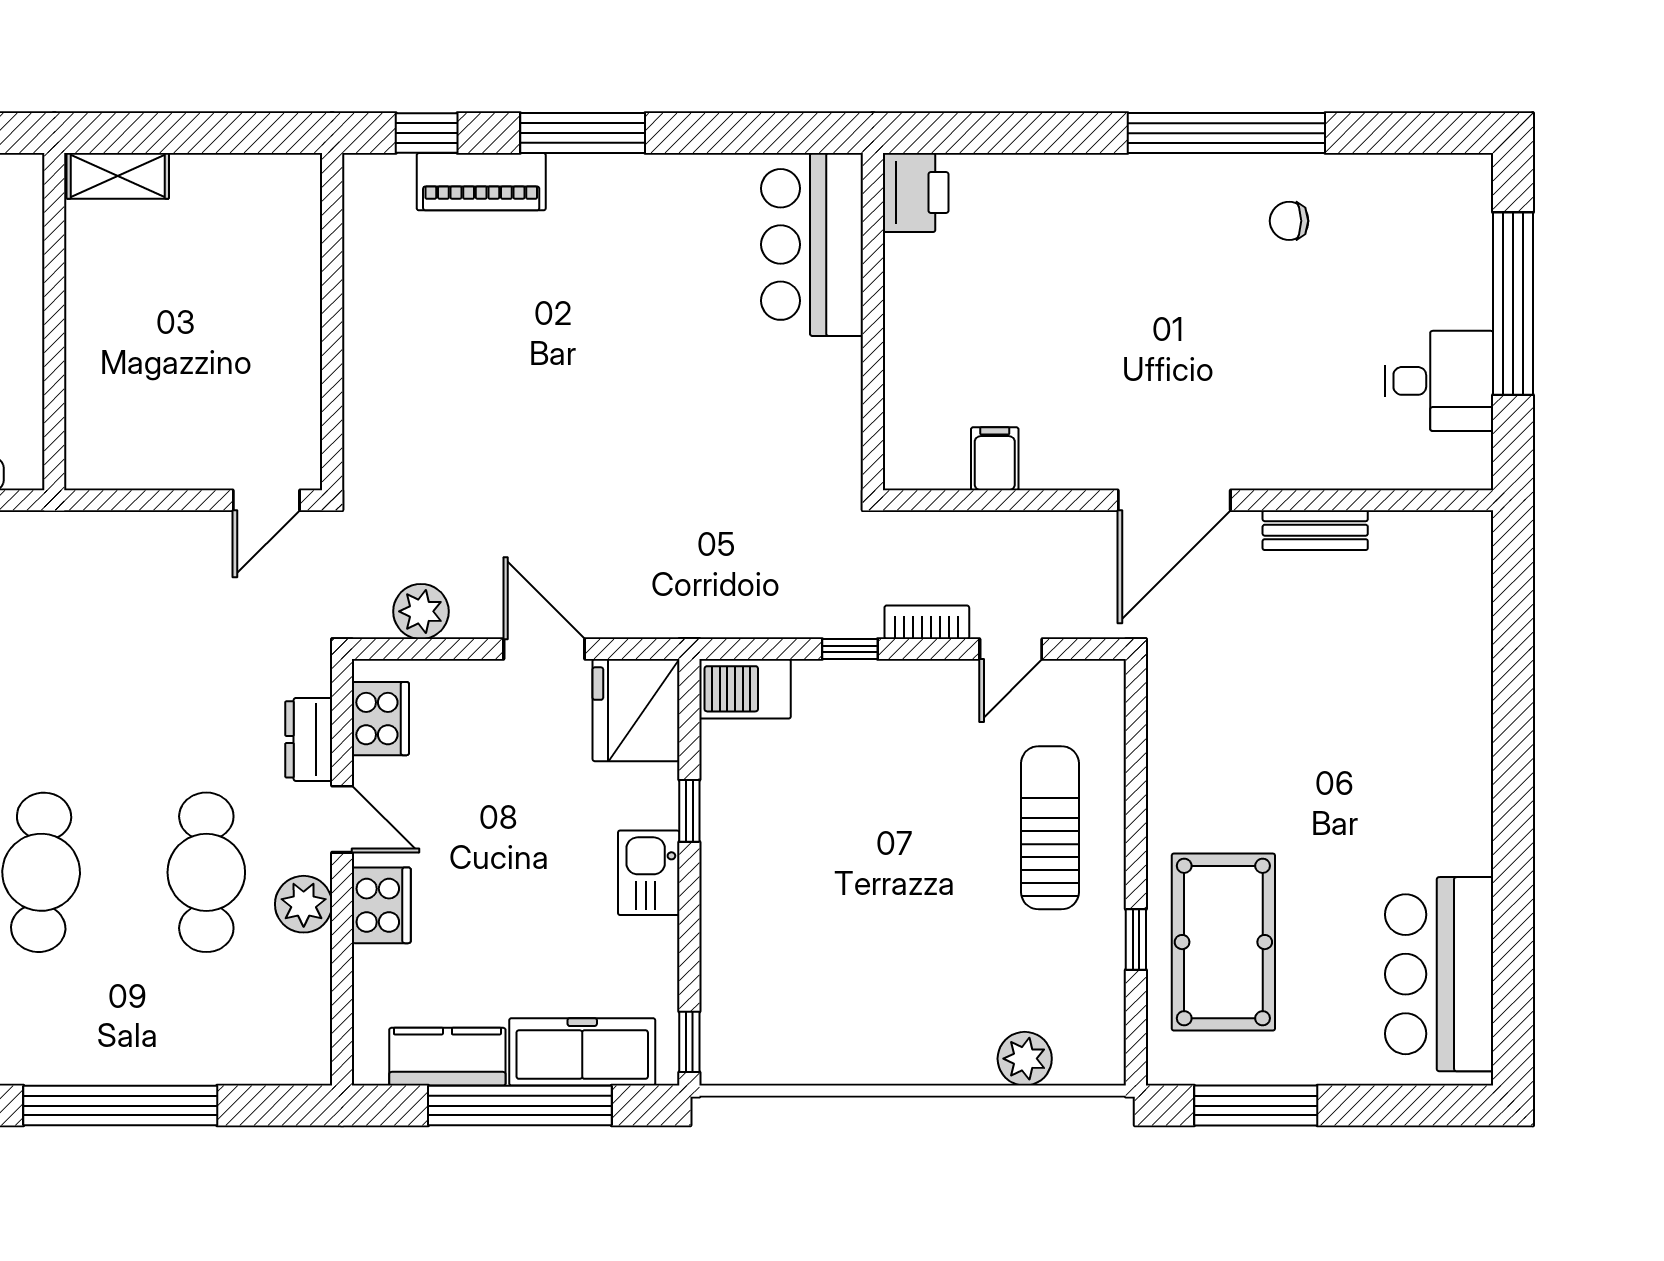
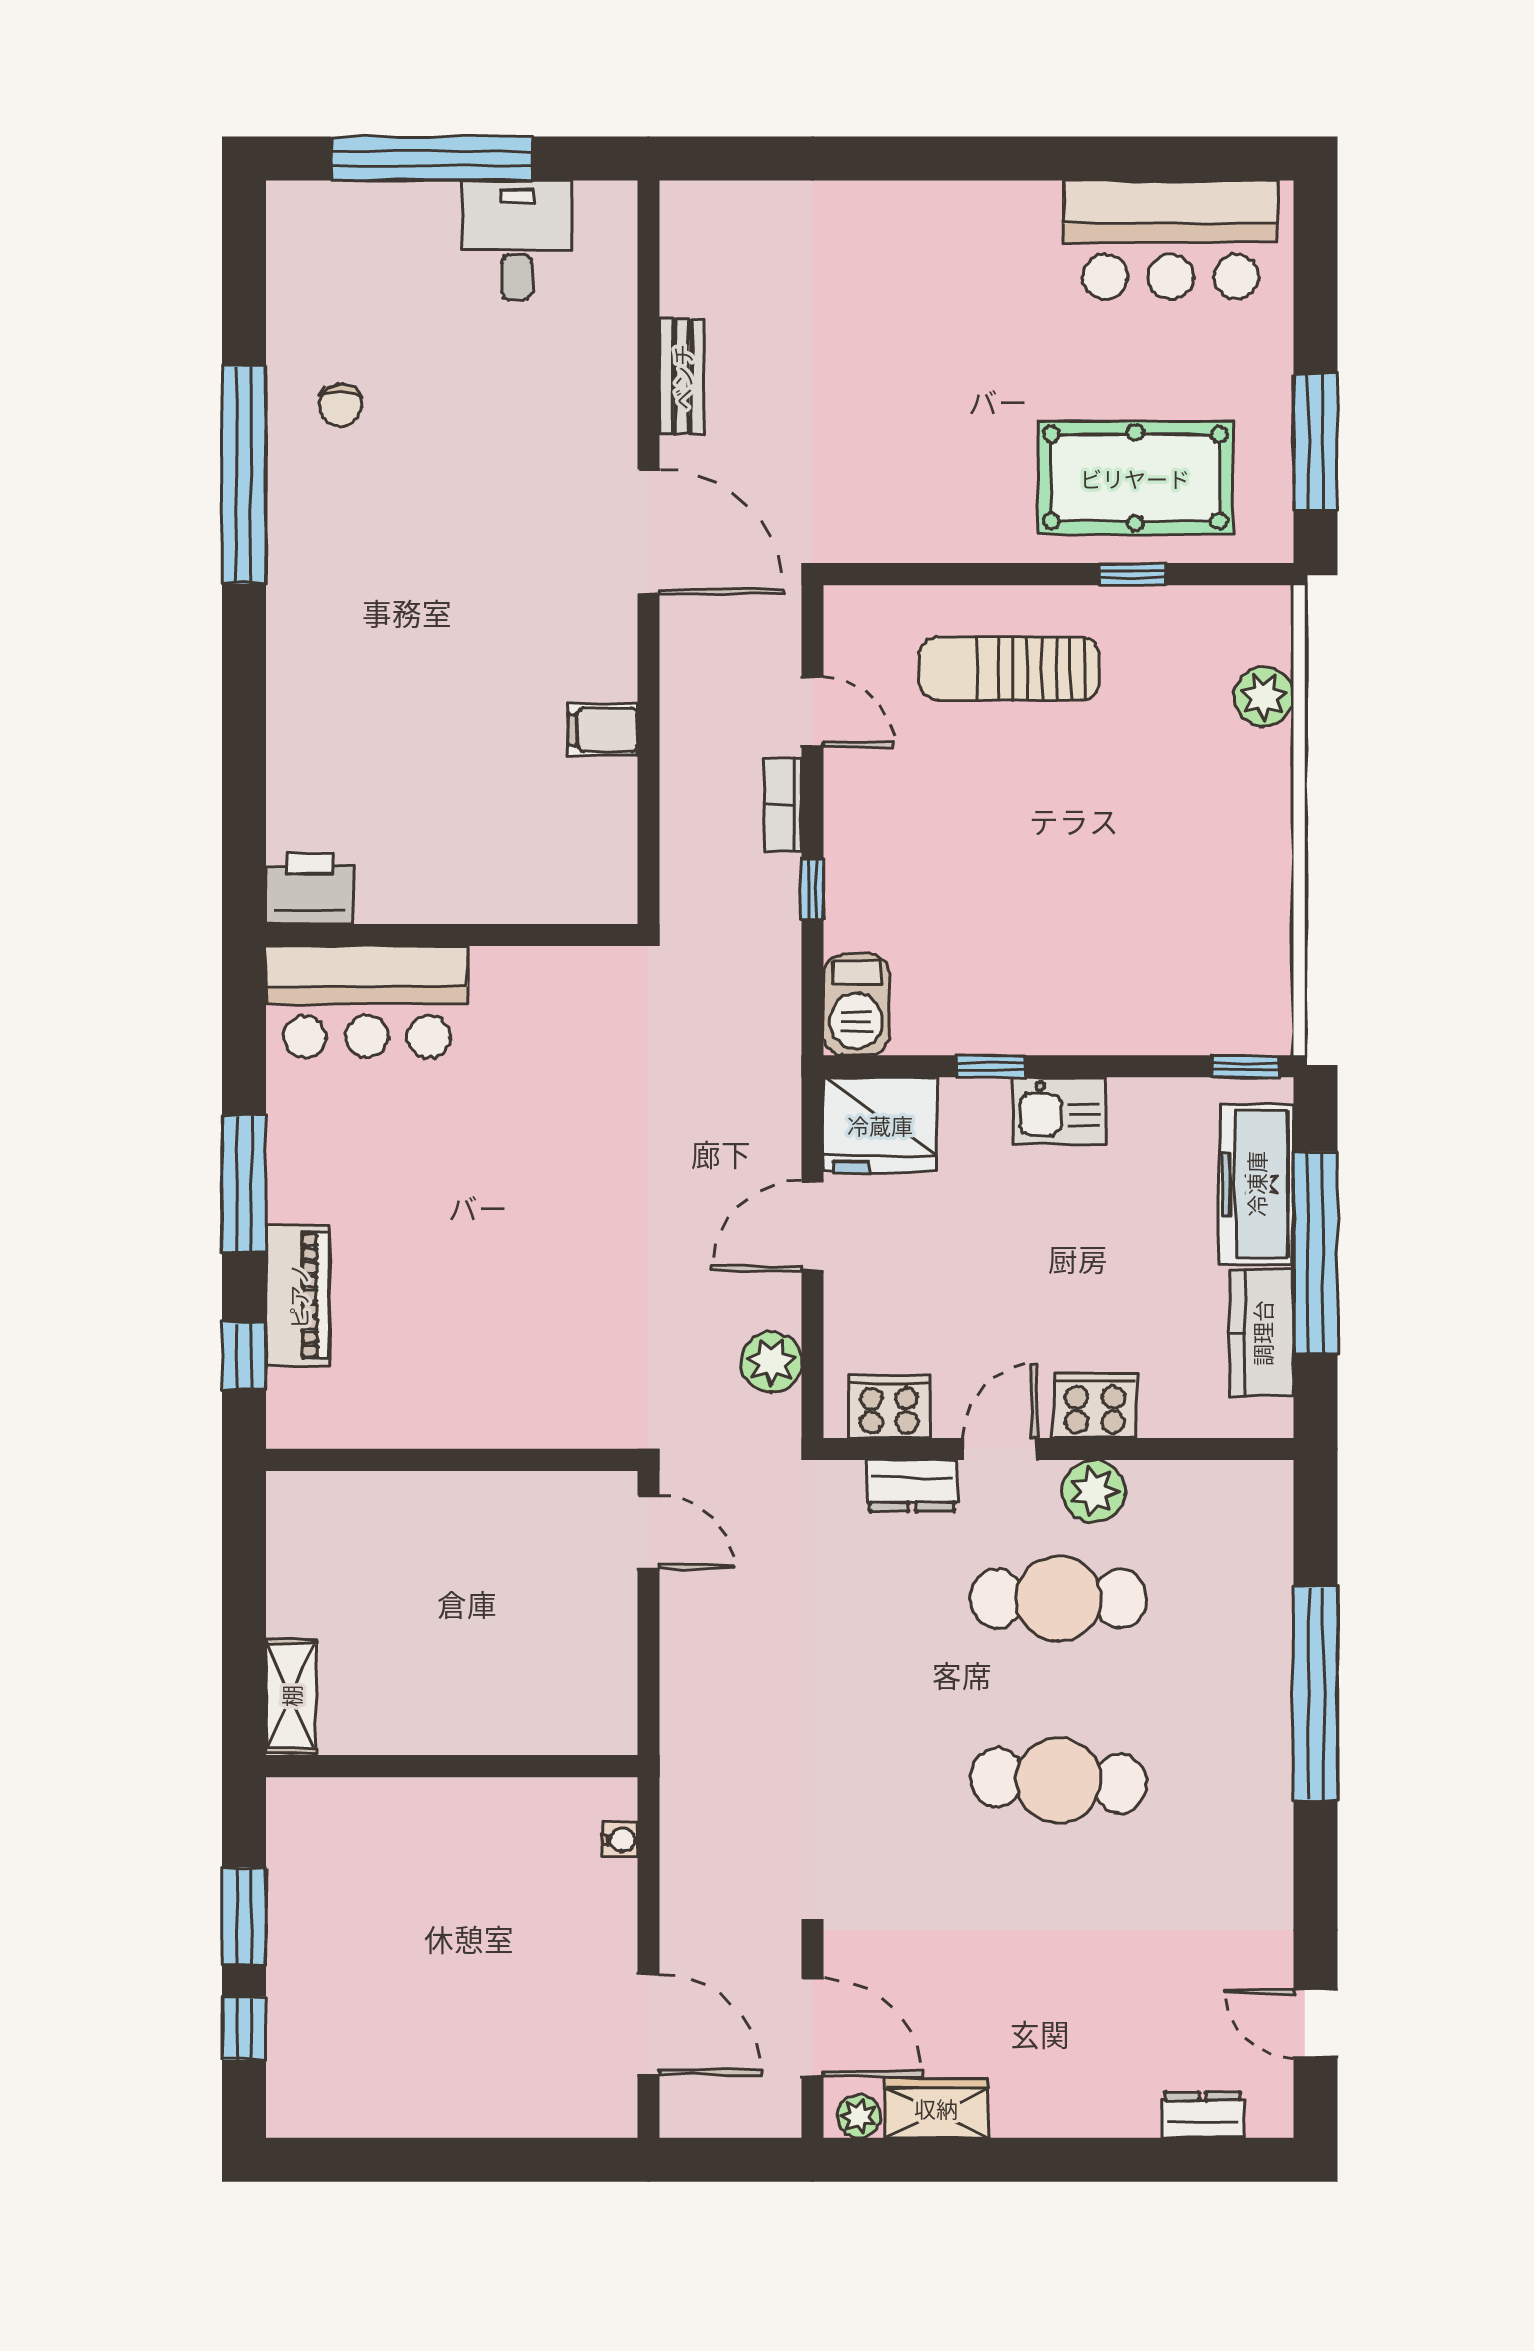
printer: (916, 193) -> (309, 888), moved
bar counter: (812, 244) -> (367, 1002), moved
wall: (873, 322) -> (452, 935), moved

